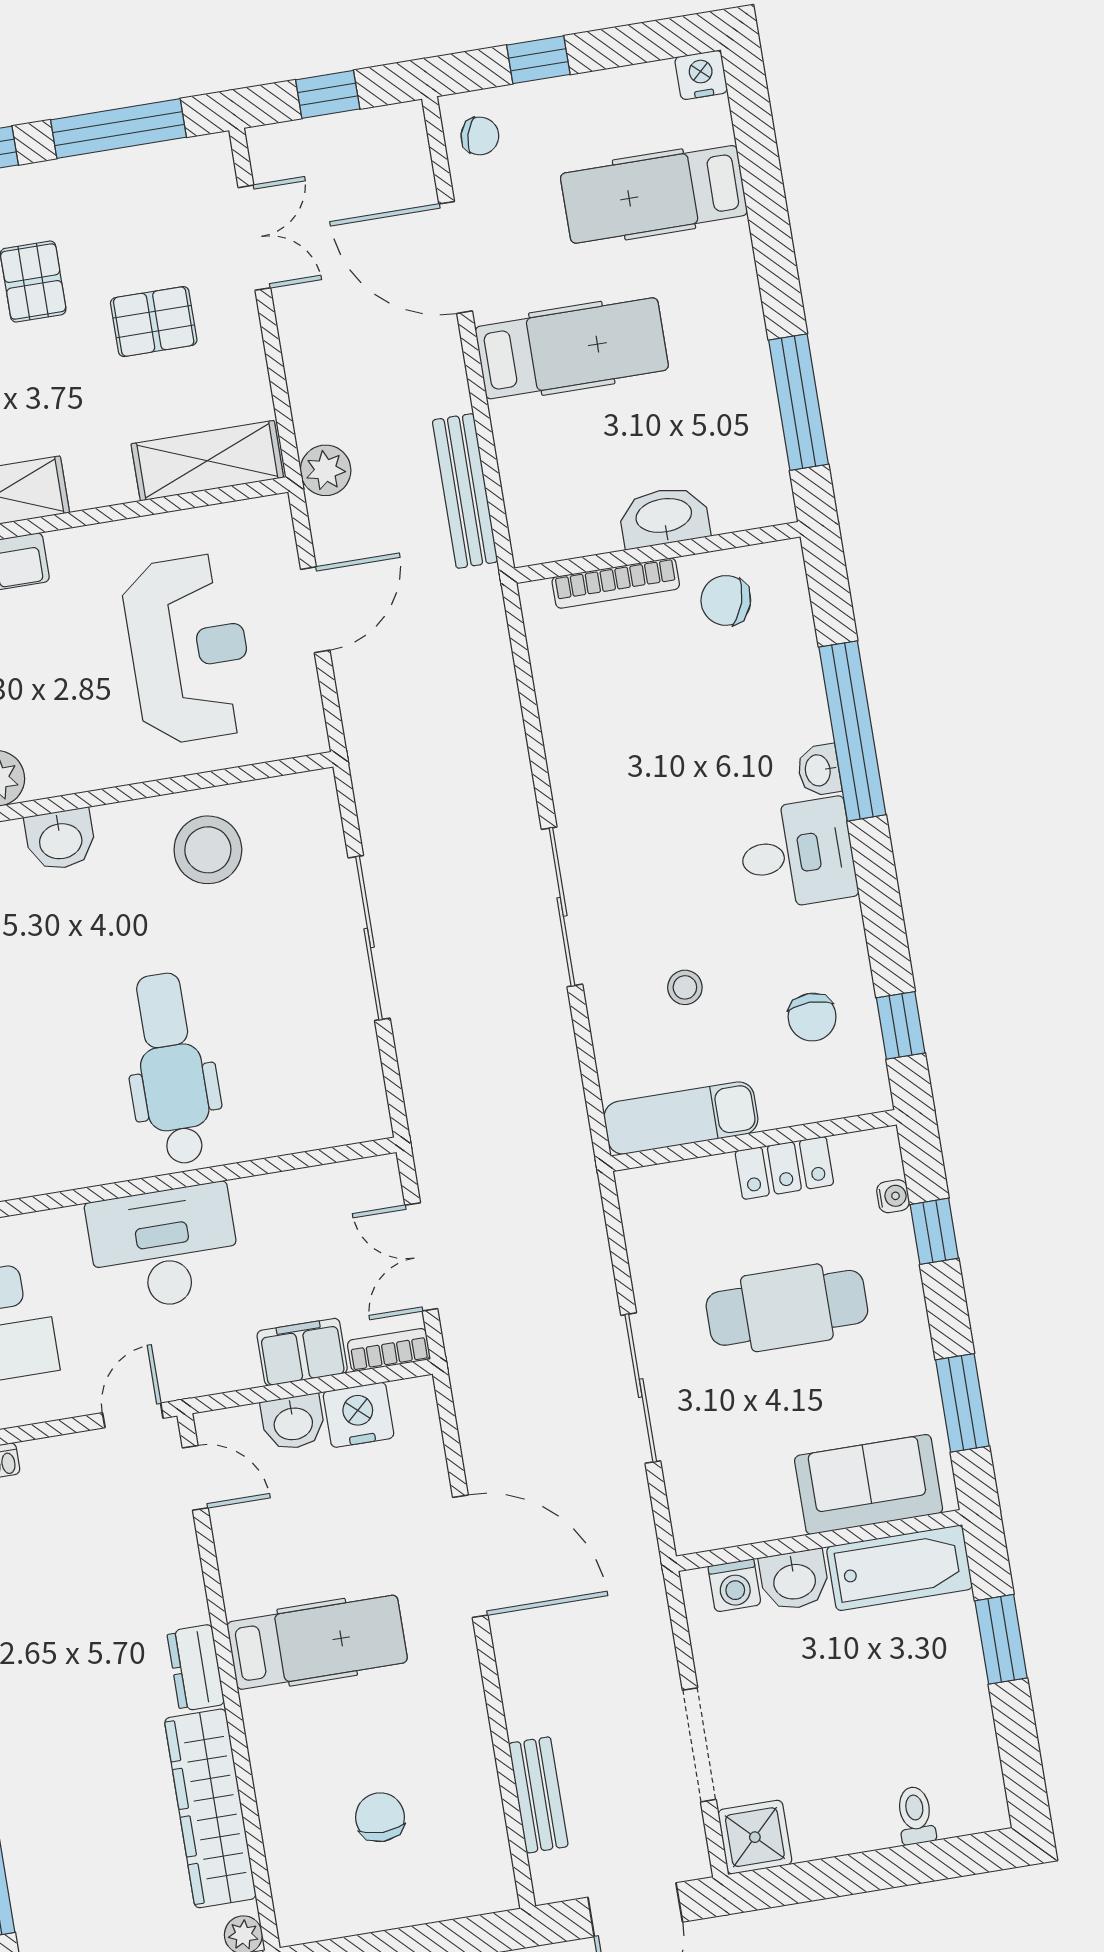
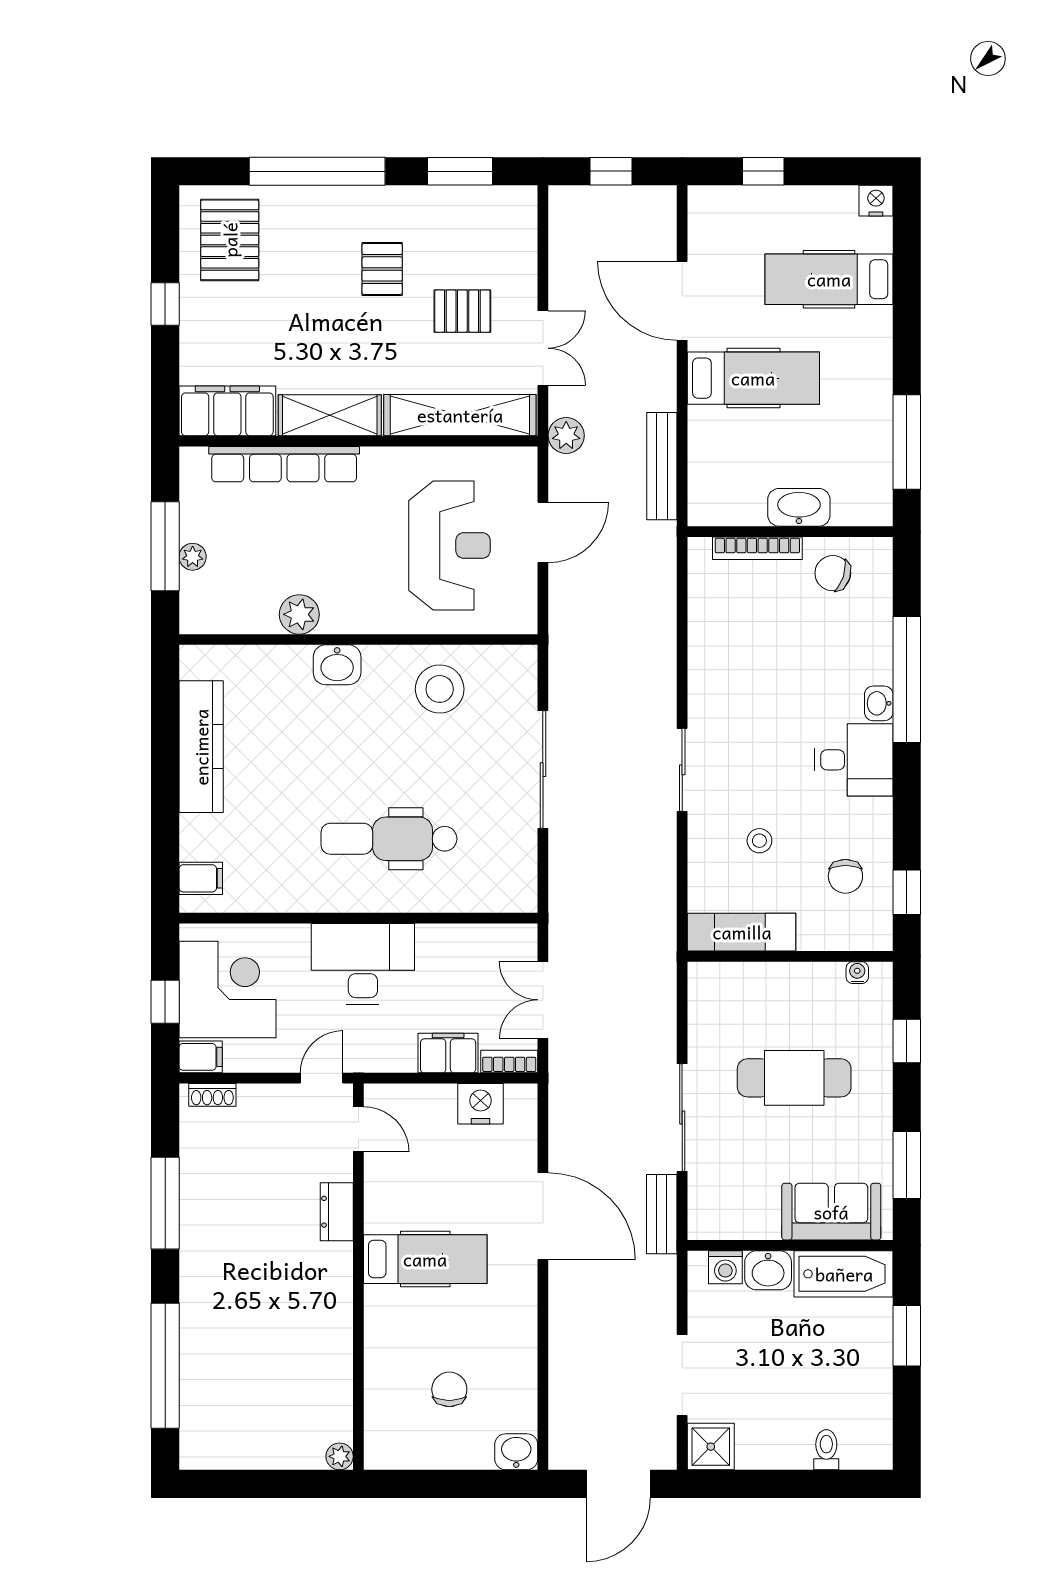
window: (119, 129) -> (460, 171), width x0.69
chair: (480, 136) -> (713, 218), removed
double door: (254, 238) -> (543, 348), moved
shelving: (207, 461) -> (460, 415), width x1.47
sliding door: (562, 907) -> (682, 770), width x0.73
dental chair: (172, 1069) -> (389, 839), turned -90
locker: (784, 1168) -> (809, 979), removed
water cooler: (893, 1196) -> (857, 973), moved, turned -90
washbasin: (293, 1422) -> (516, 1452), moved, turned 180
dresser: (196, 1668) -> (337, 1212), moved
bench: (538, 1795) -> (662, 1214), moved
wardrobe: (210, 1808) -> (331, 1364), removed

